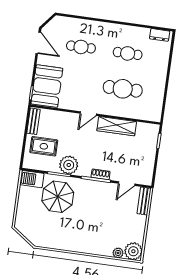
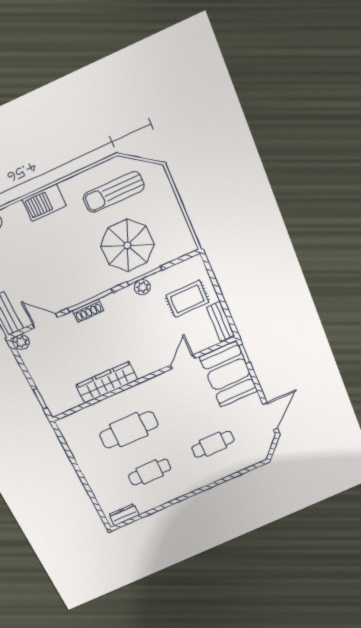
door: (38, 43) -> (270, 416), swing flipped
door: (88, 114) -> (183, 362), moved
plant: (69, 165) -> (142, 287), width x0.53, depth x0.53
barbecue: (32, 179) -> (44, 203), moved, turned 180
plant: (147, 180) -> (21, 342), added
door: (127, 184) -> (45, 321), hinge flipped
sun lounger: (47, 229) -> (114, 192), added

